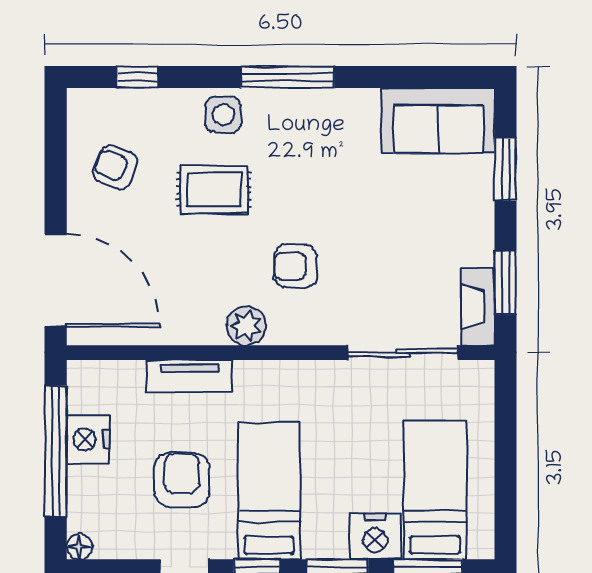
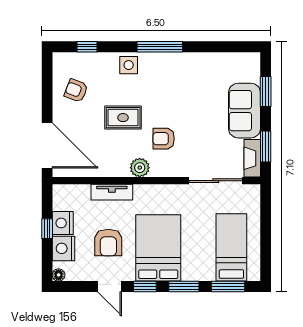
sofa: (438, 121) -> (245, 111), moved, turned 90
rug: (214, 190) -> (123, 118), moved
window: (56, 451) -> (47, 229), width x0.32
armchair: (182, 480) -> (108, 243), turned 180
bed: (269, 491) -> (158, 248), width x1.50
nightstand: (375, 537) -> (63, 248), moved, turned 90

